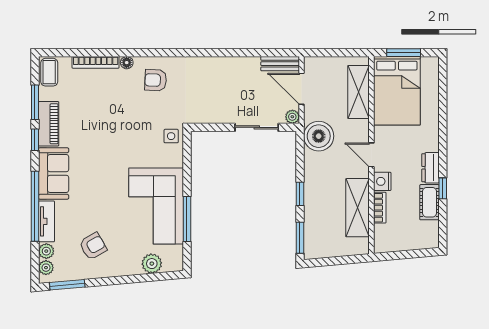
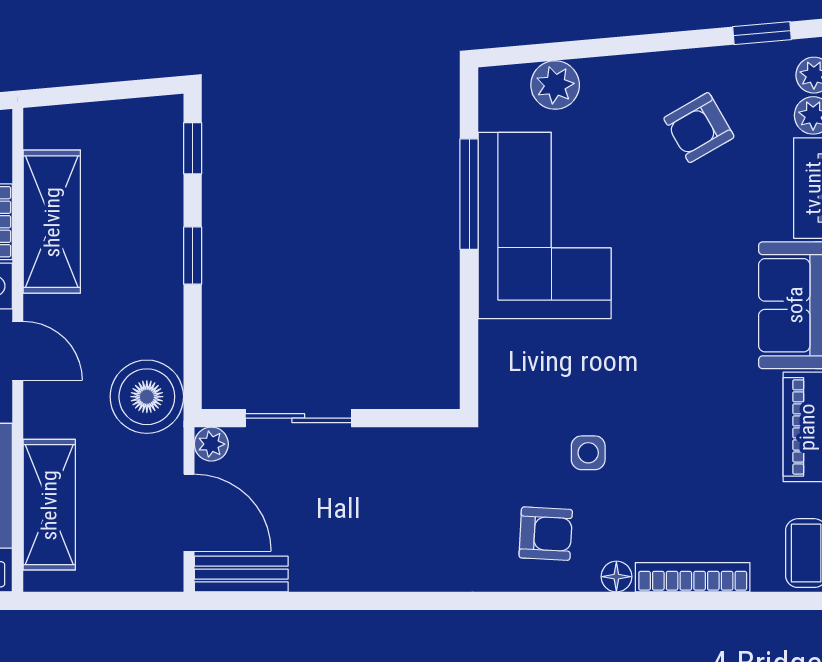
side table: (171, 136) -> (588, 453), moved
window: (300, 238) -> (193, 148), width x0.67
window: (67, 285) -> (762, 33), width x0.67

